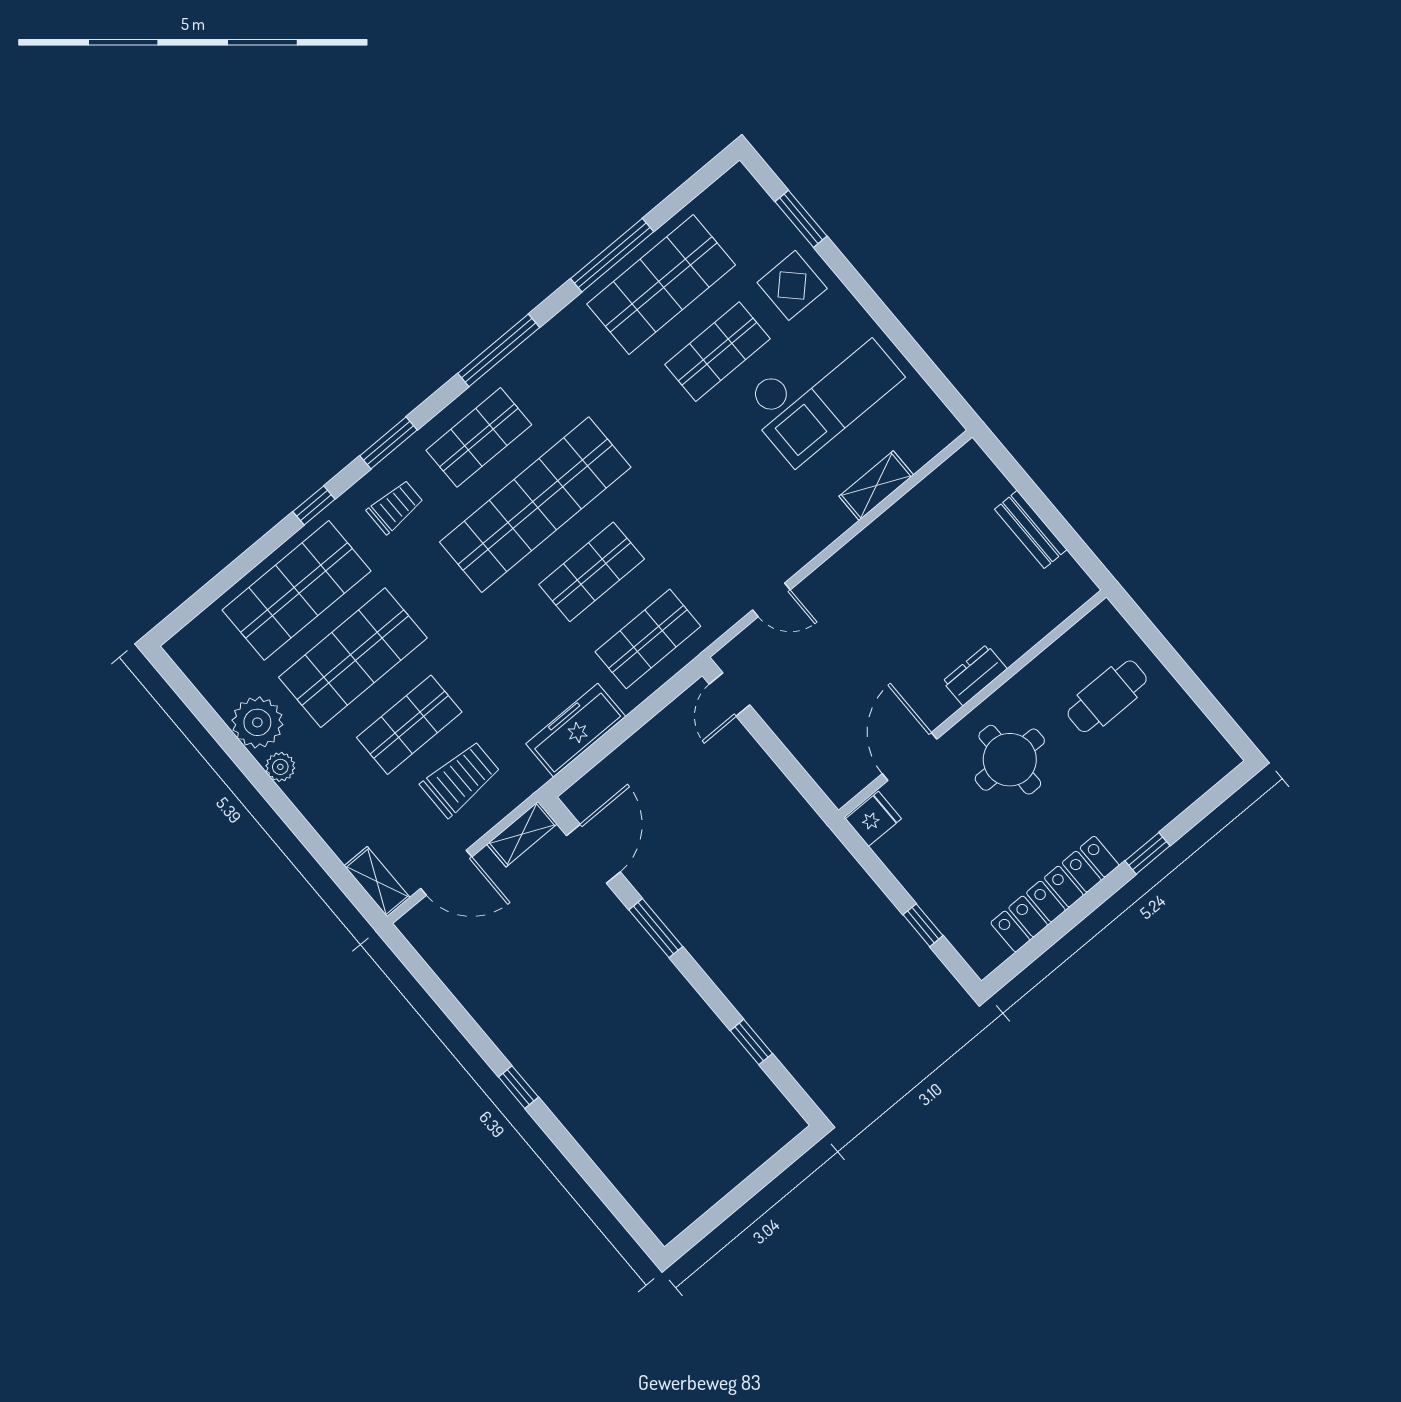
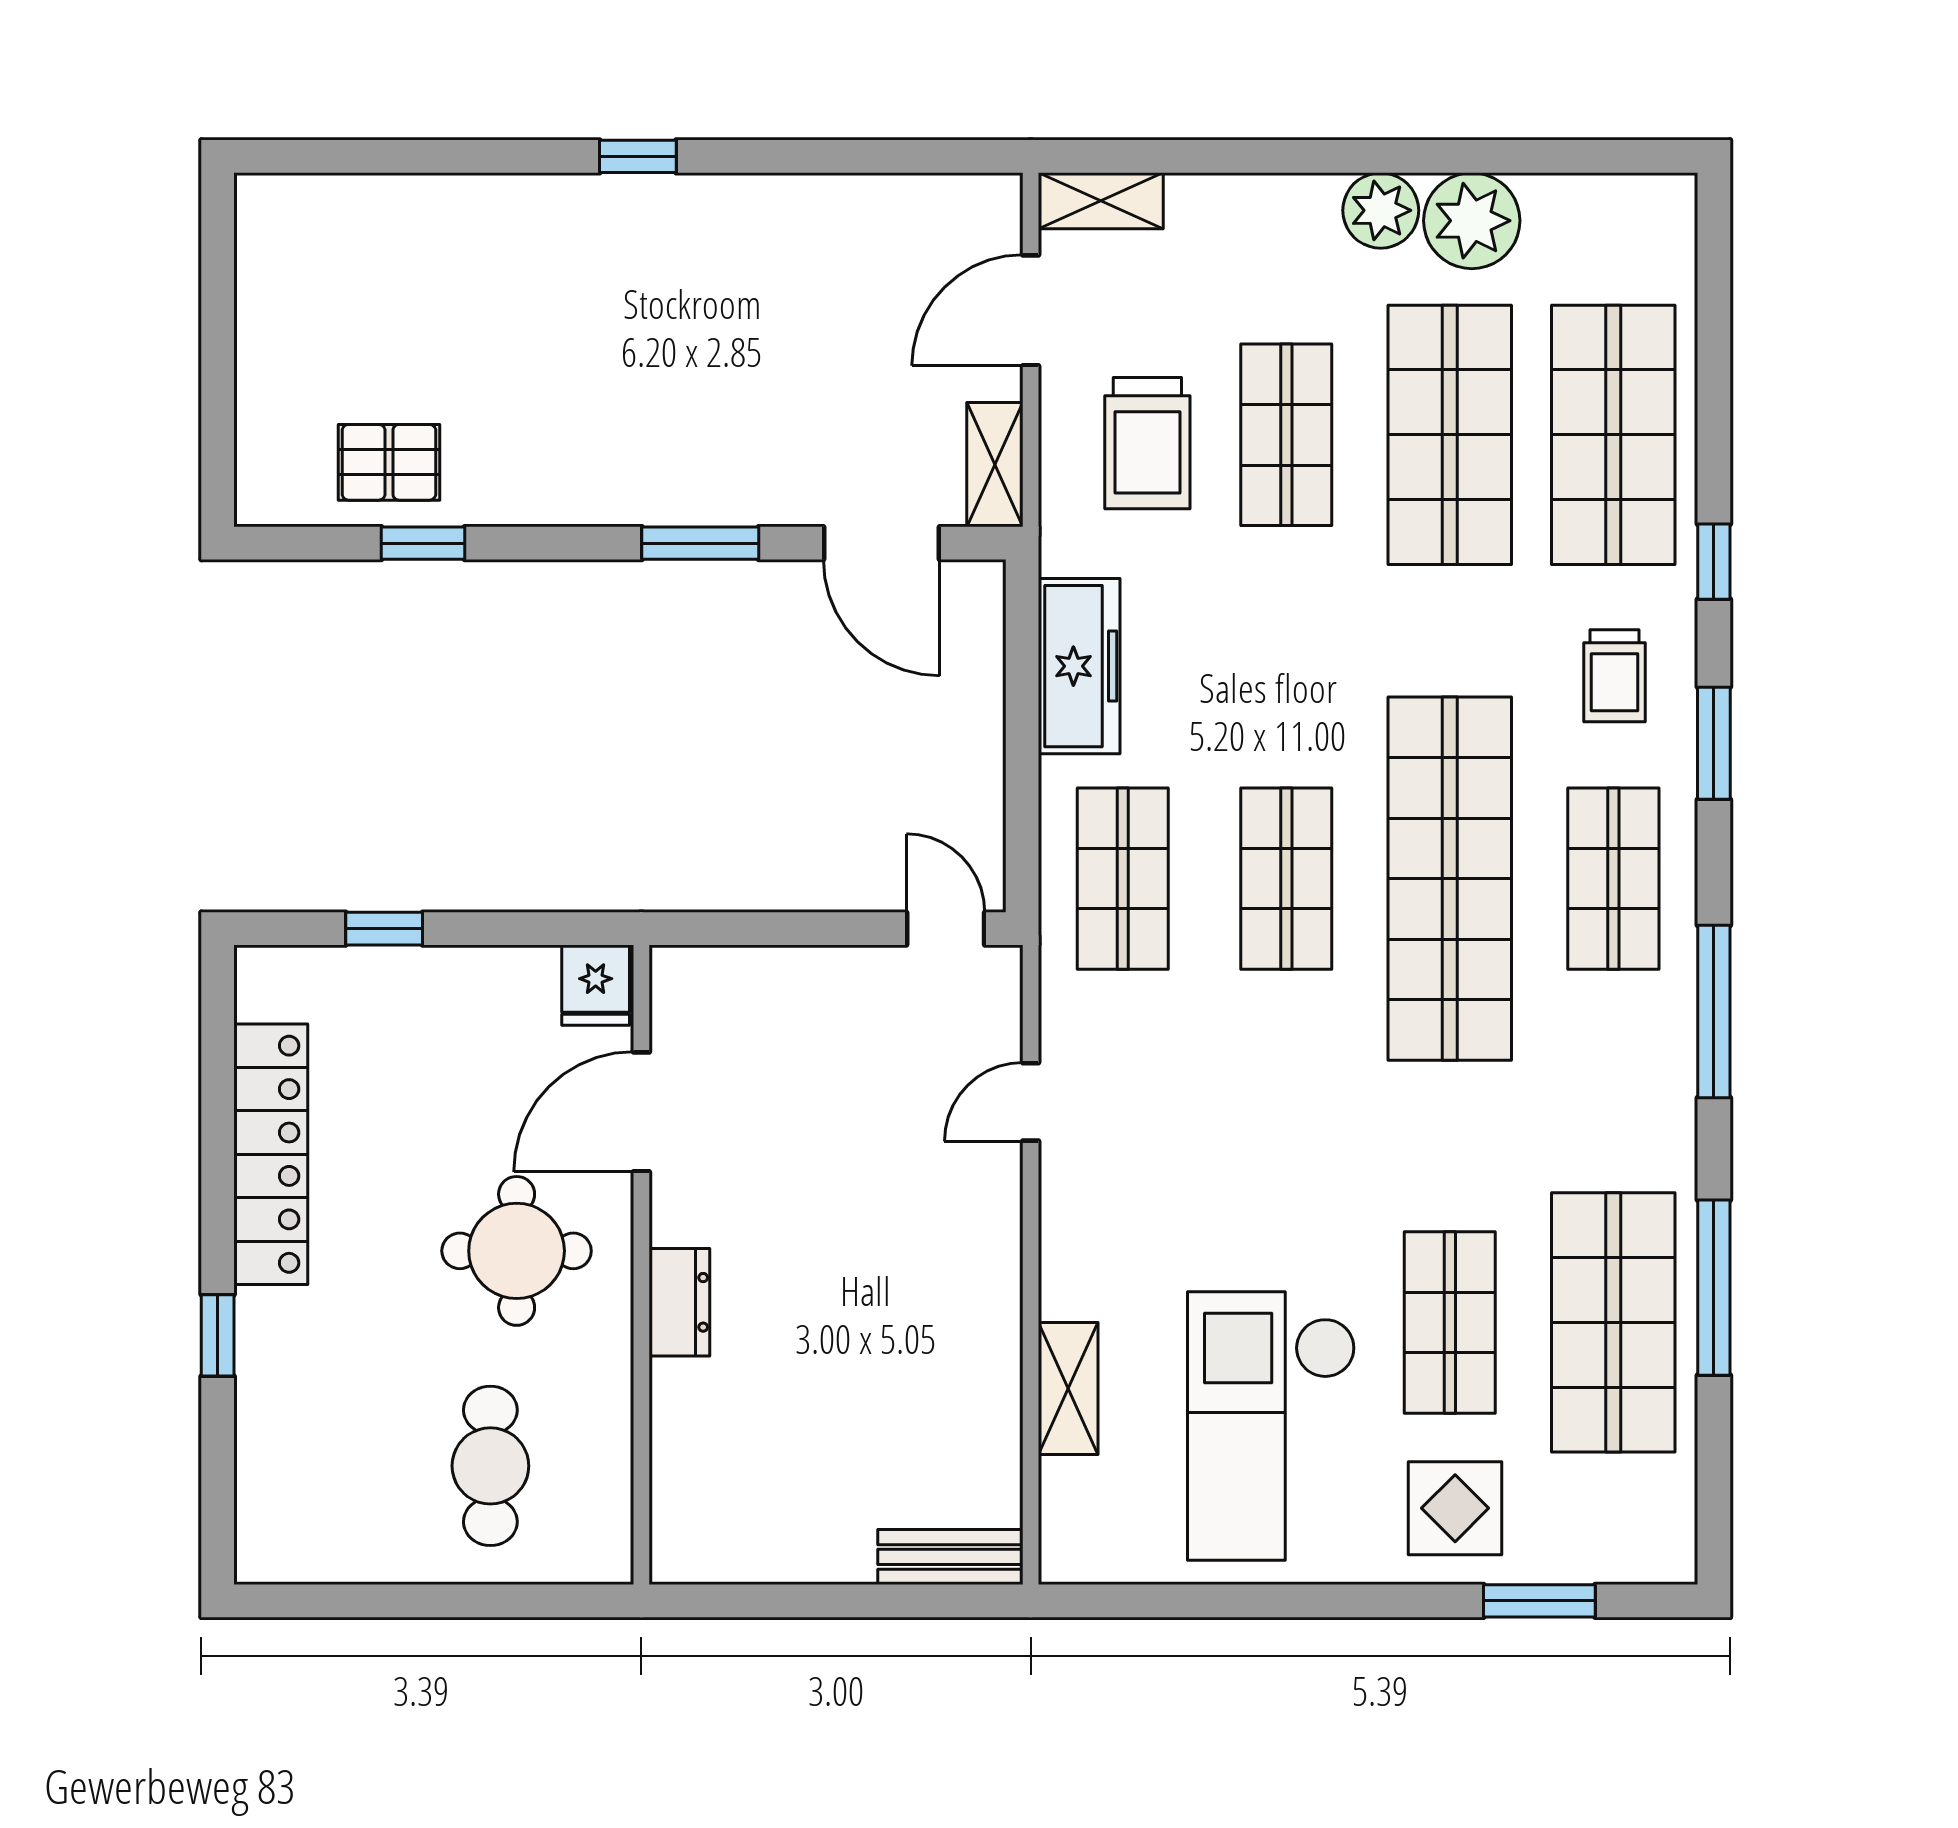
bench: (1031, 529) -> (950, 1557), moved
door: (910, 756) -> (641, 1112), swing flipped
plant: (280, 767) -> (1381, 210), width x1.38, depth x1.38
pallet: (730, 1084) -> (389, 462), added

